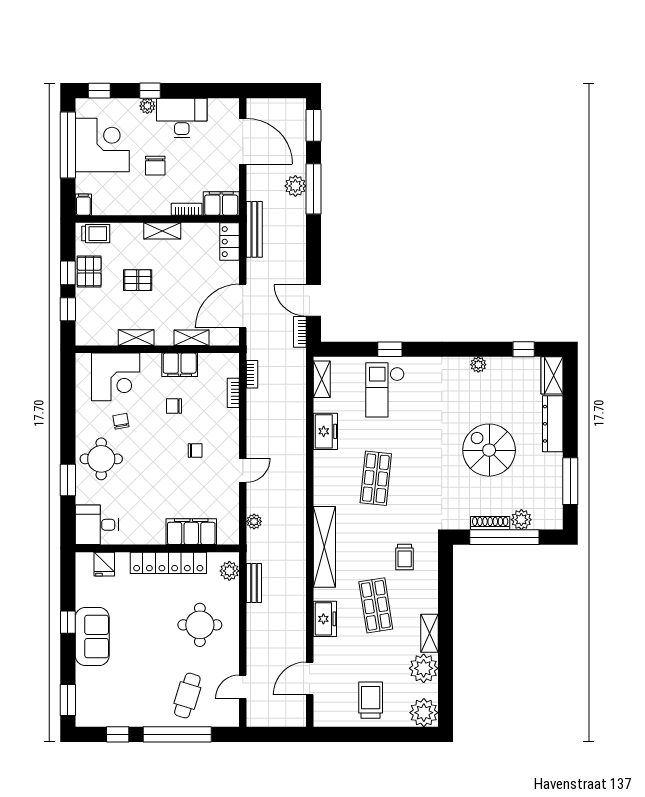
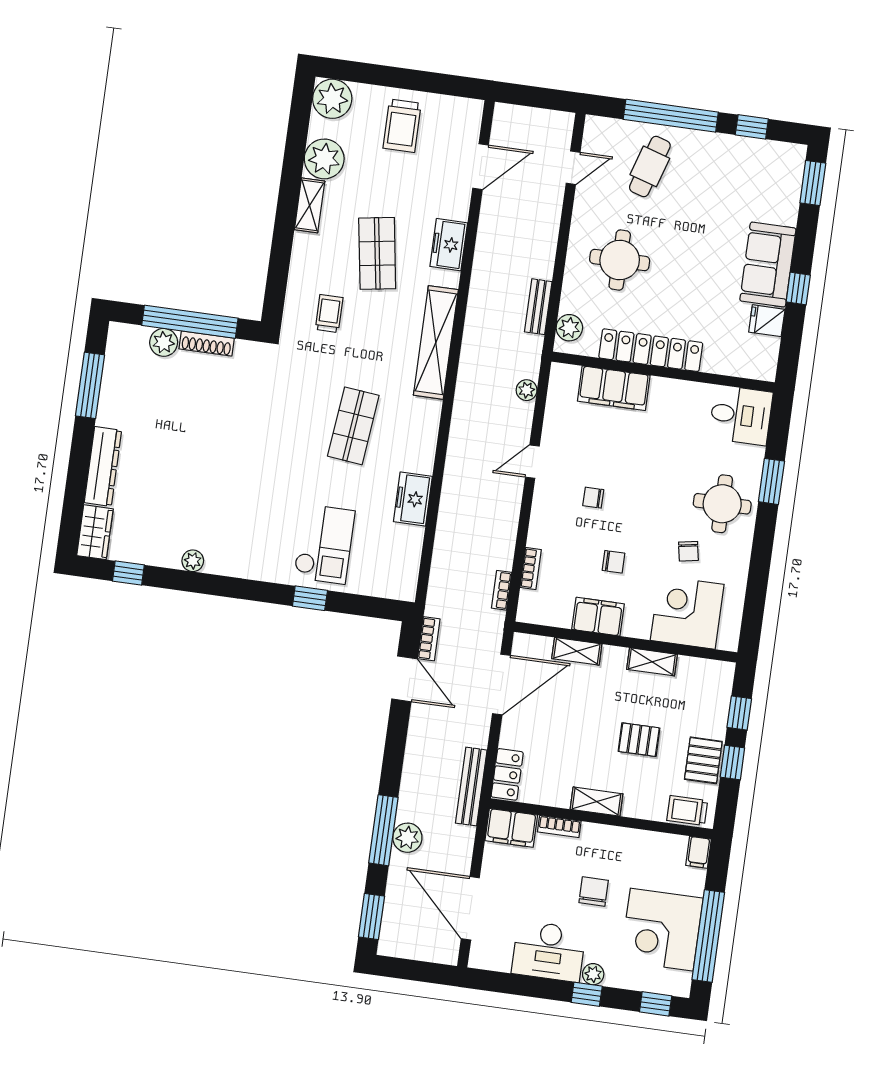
shelving: (322, 379) -> (408, 570), removed
spiral stairs: (489, 450) -> (194, 443), removed
fridge: (104, 564) -> (767, 321), moved, turned -90

